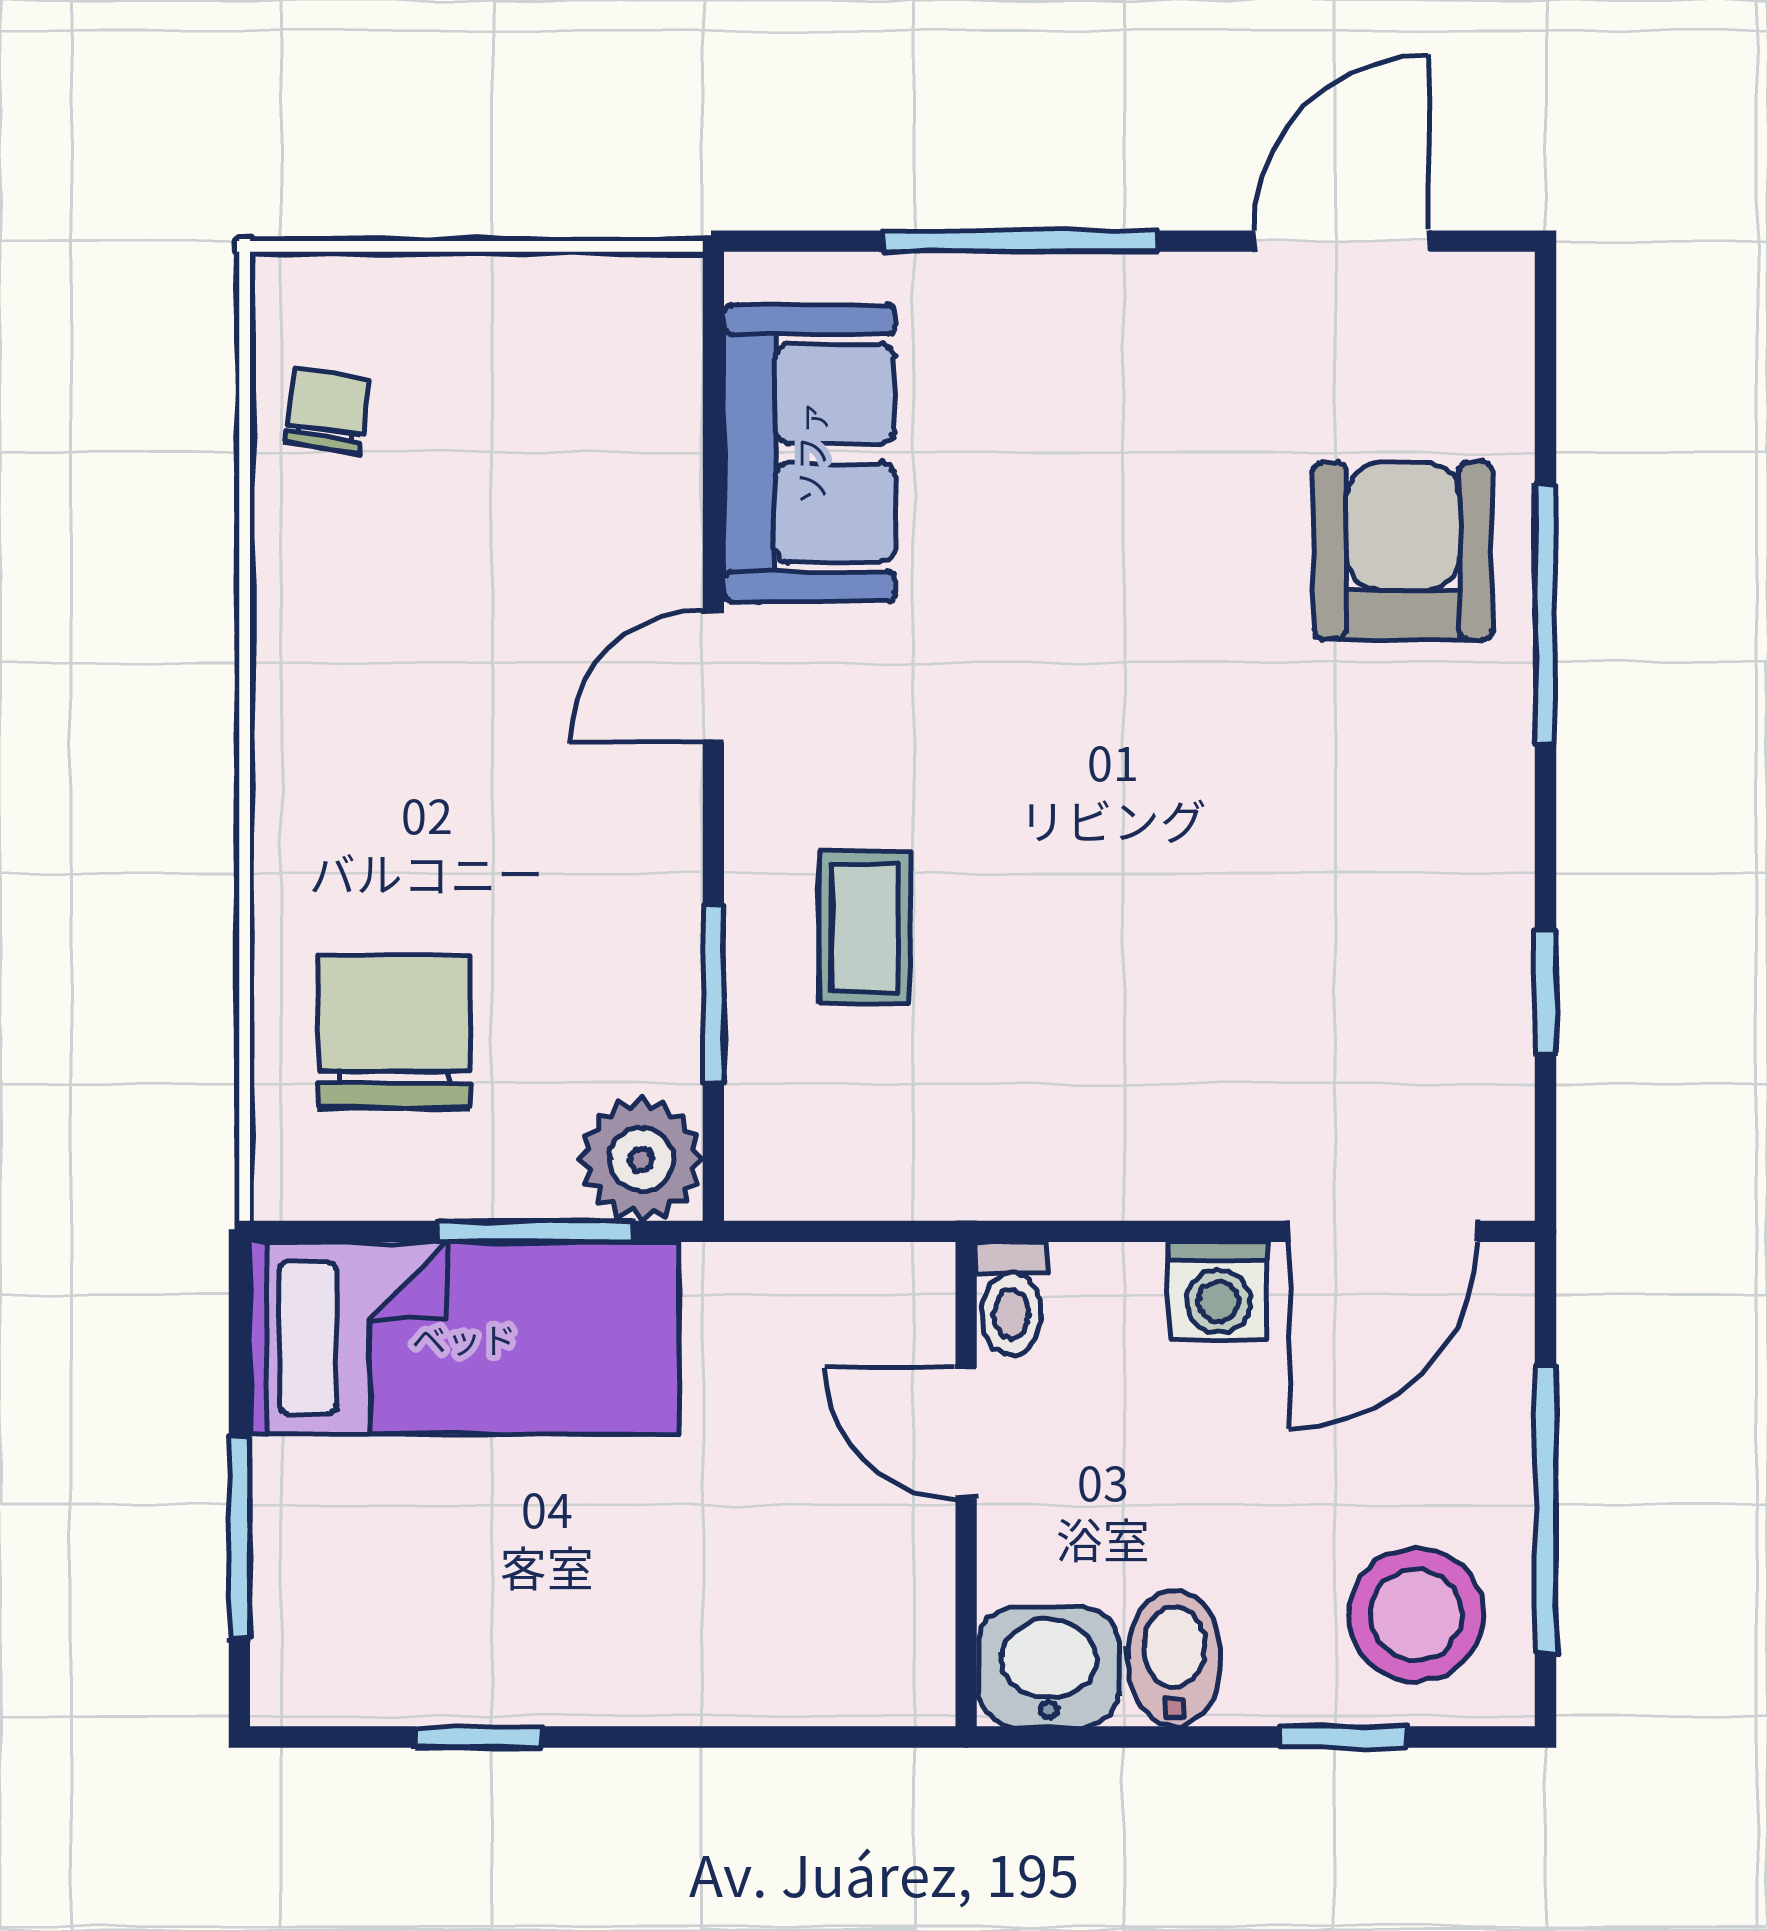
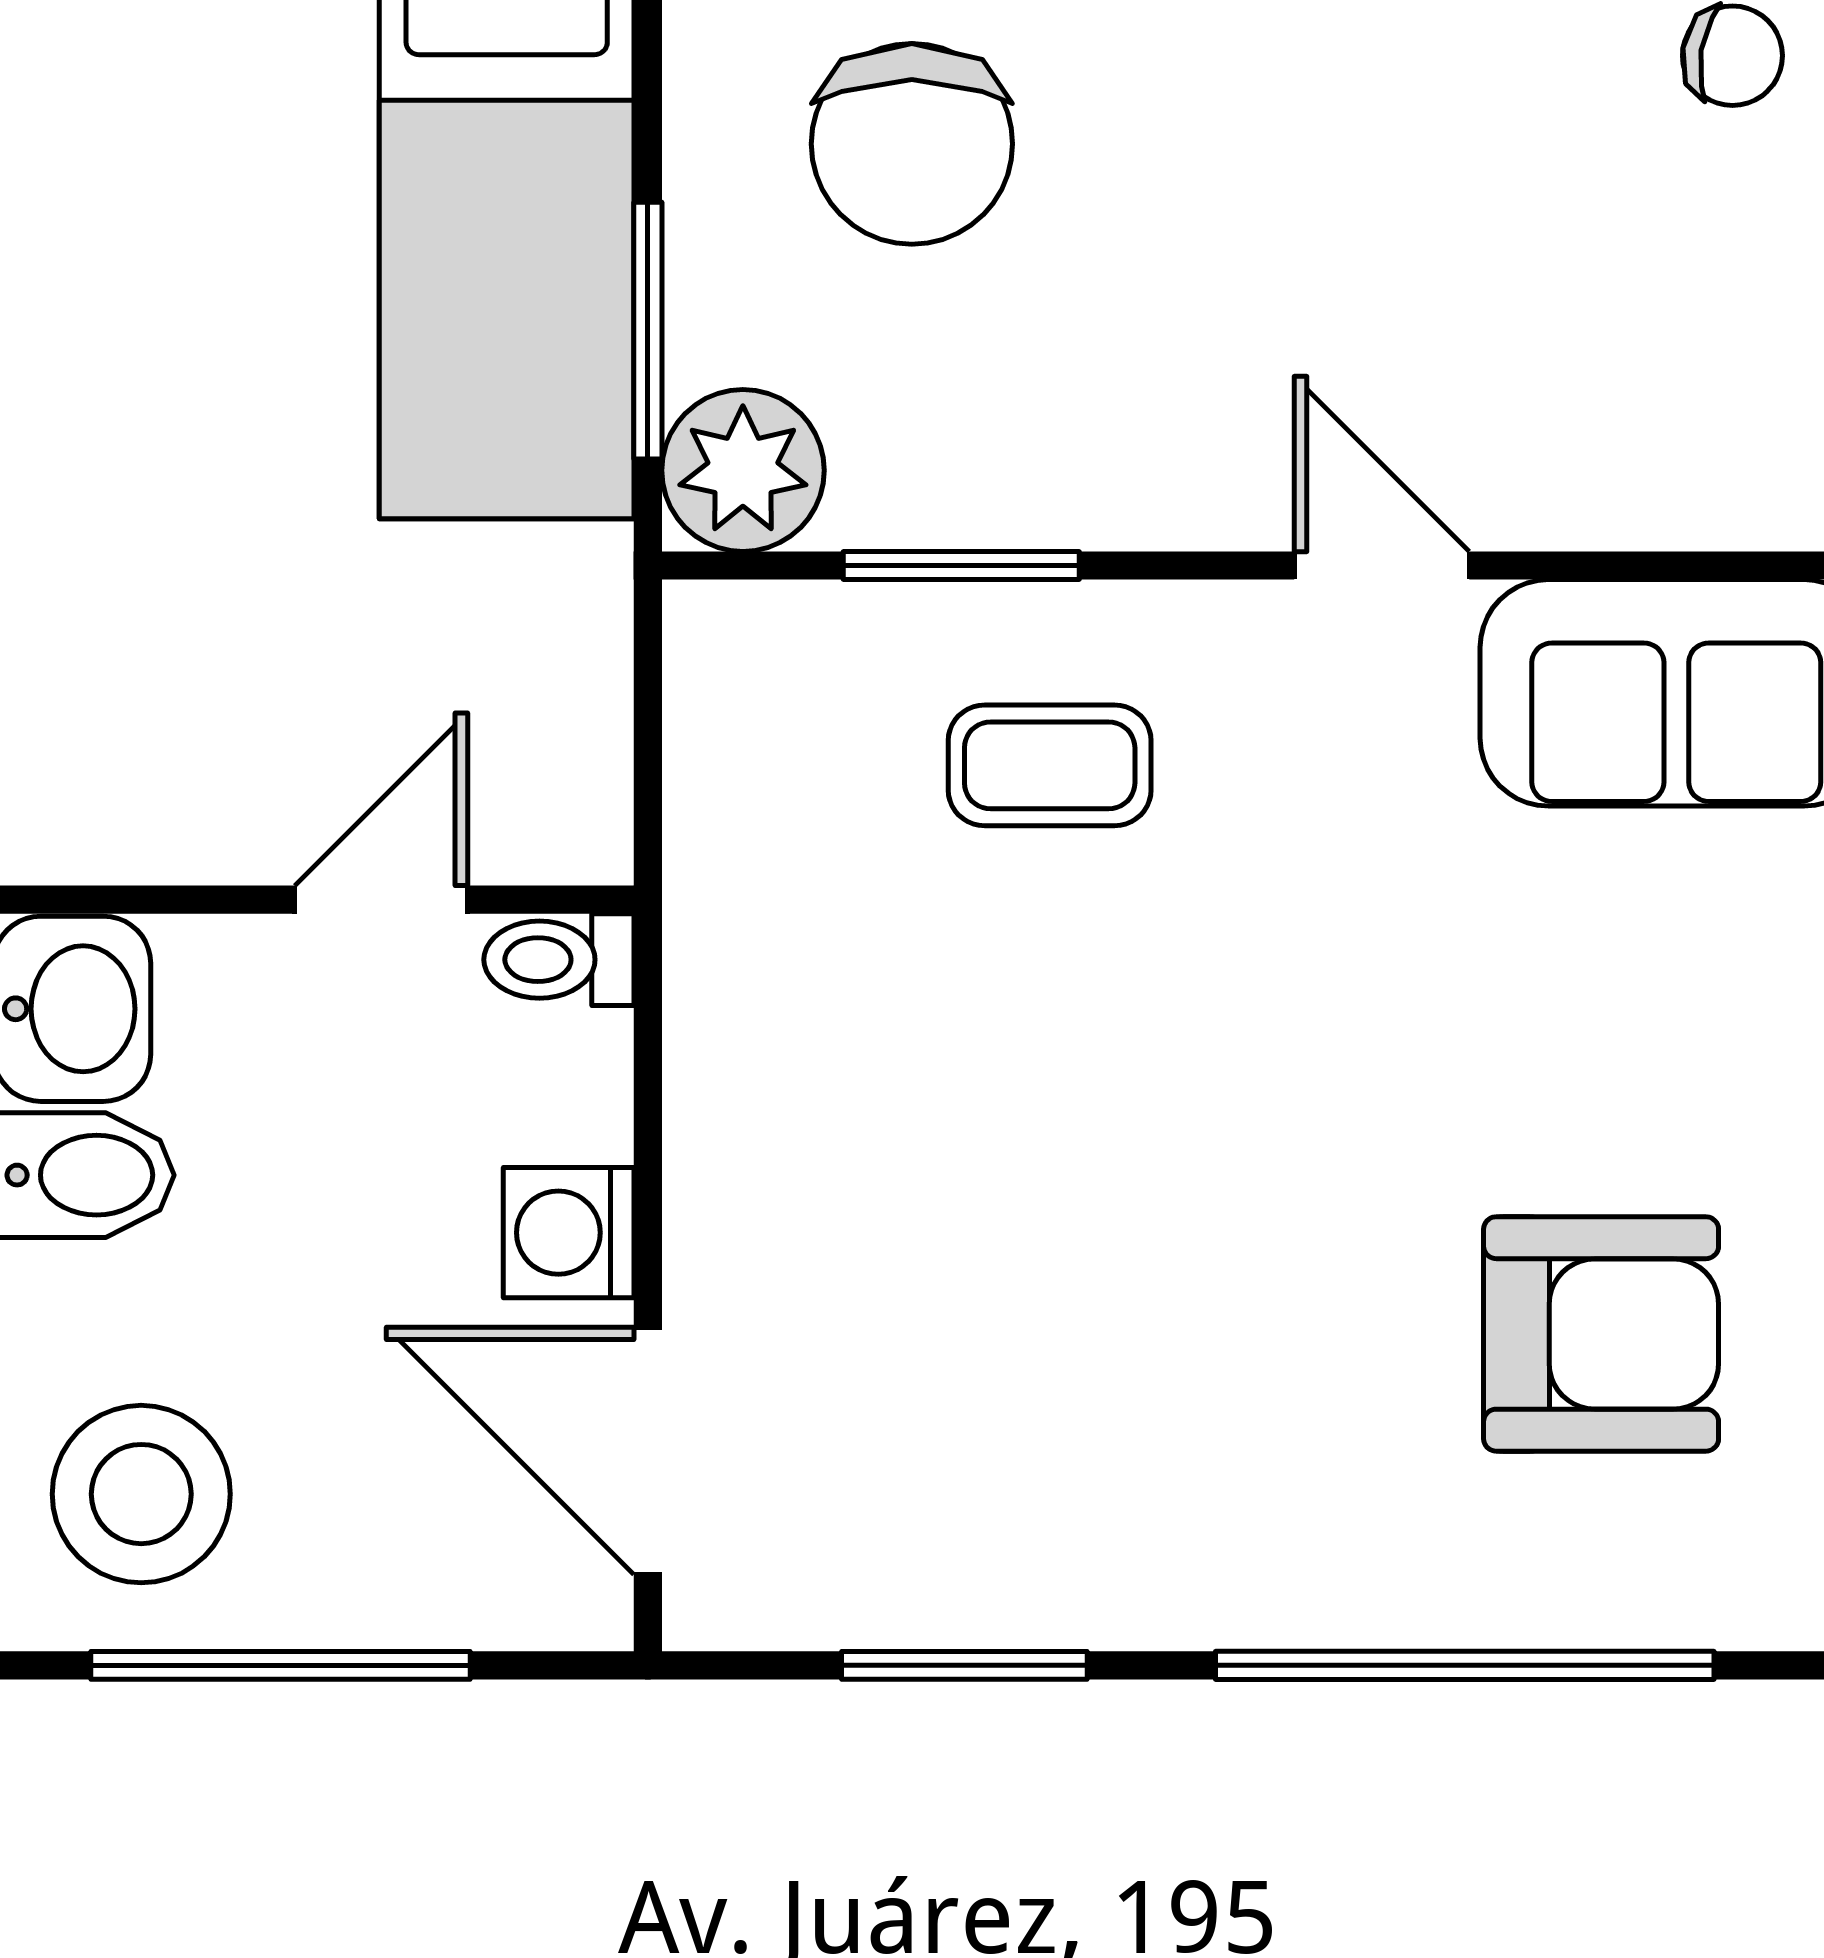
armchair: (1403, 551) -> (1601, 1334), moved
window: (1545, 613) -> (1465, 1665), width x1.46
window: (1545, 992) -> (964, 1665), width x1.50
chair: (394, 1032) -> (912, 144), turned 90

